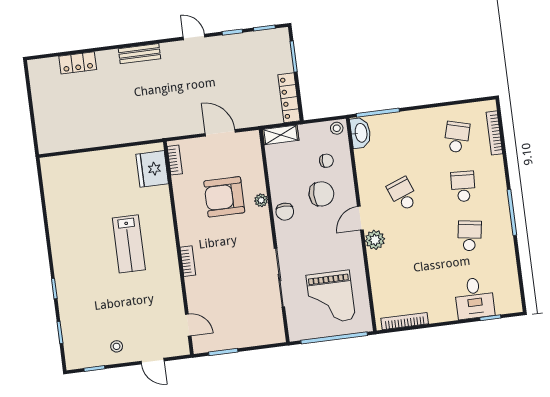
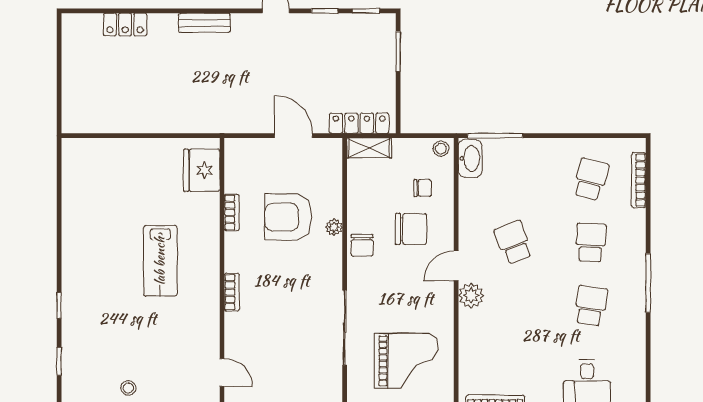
locker: (289, 98) -> (359, 123), moved, turned 90
bookcase: (175, 160) -> (232, 212), moved
grand piano: (331, 297) -> (406, 361), turned -90

